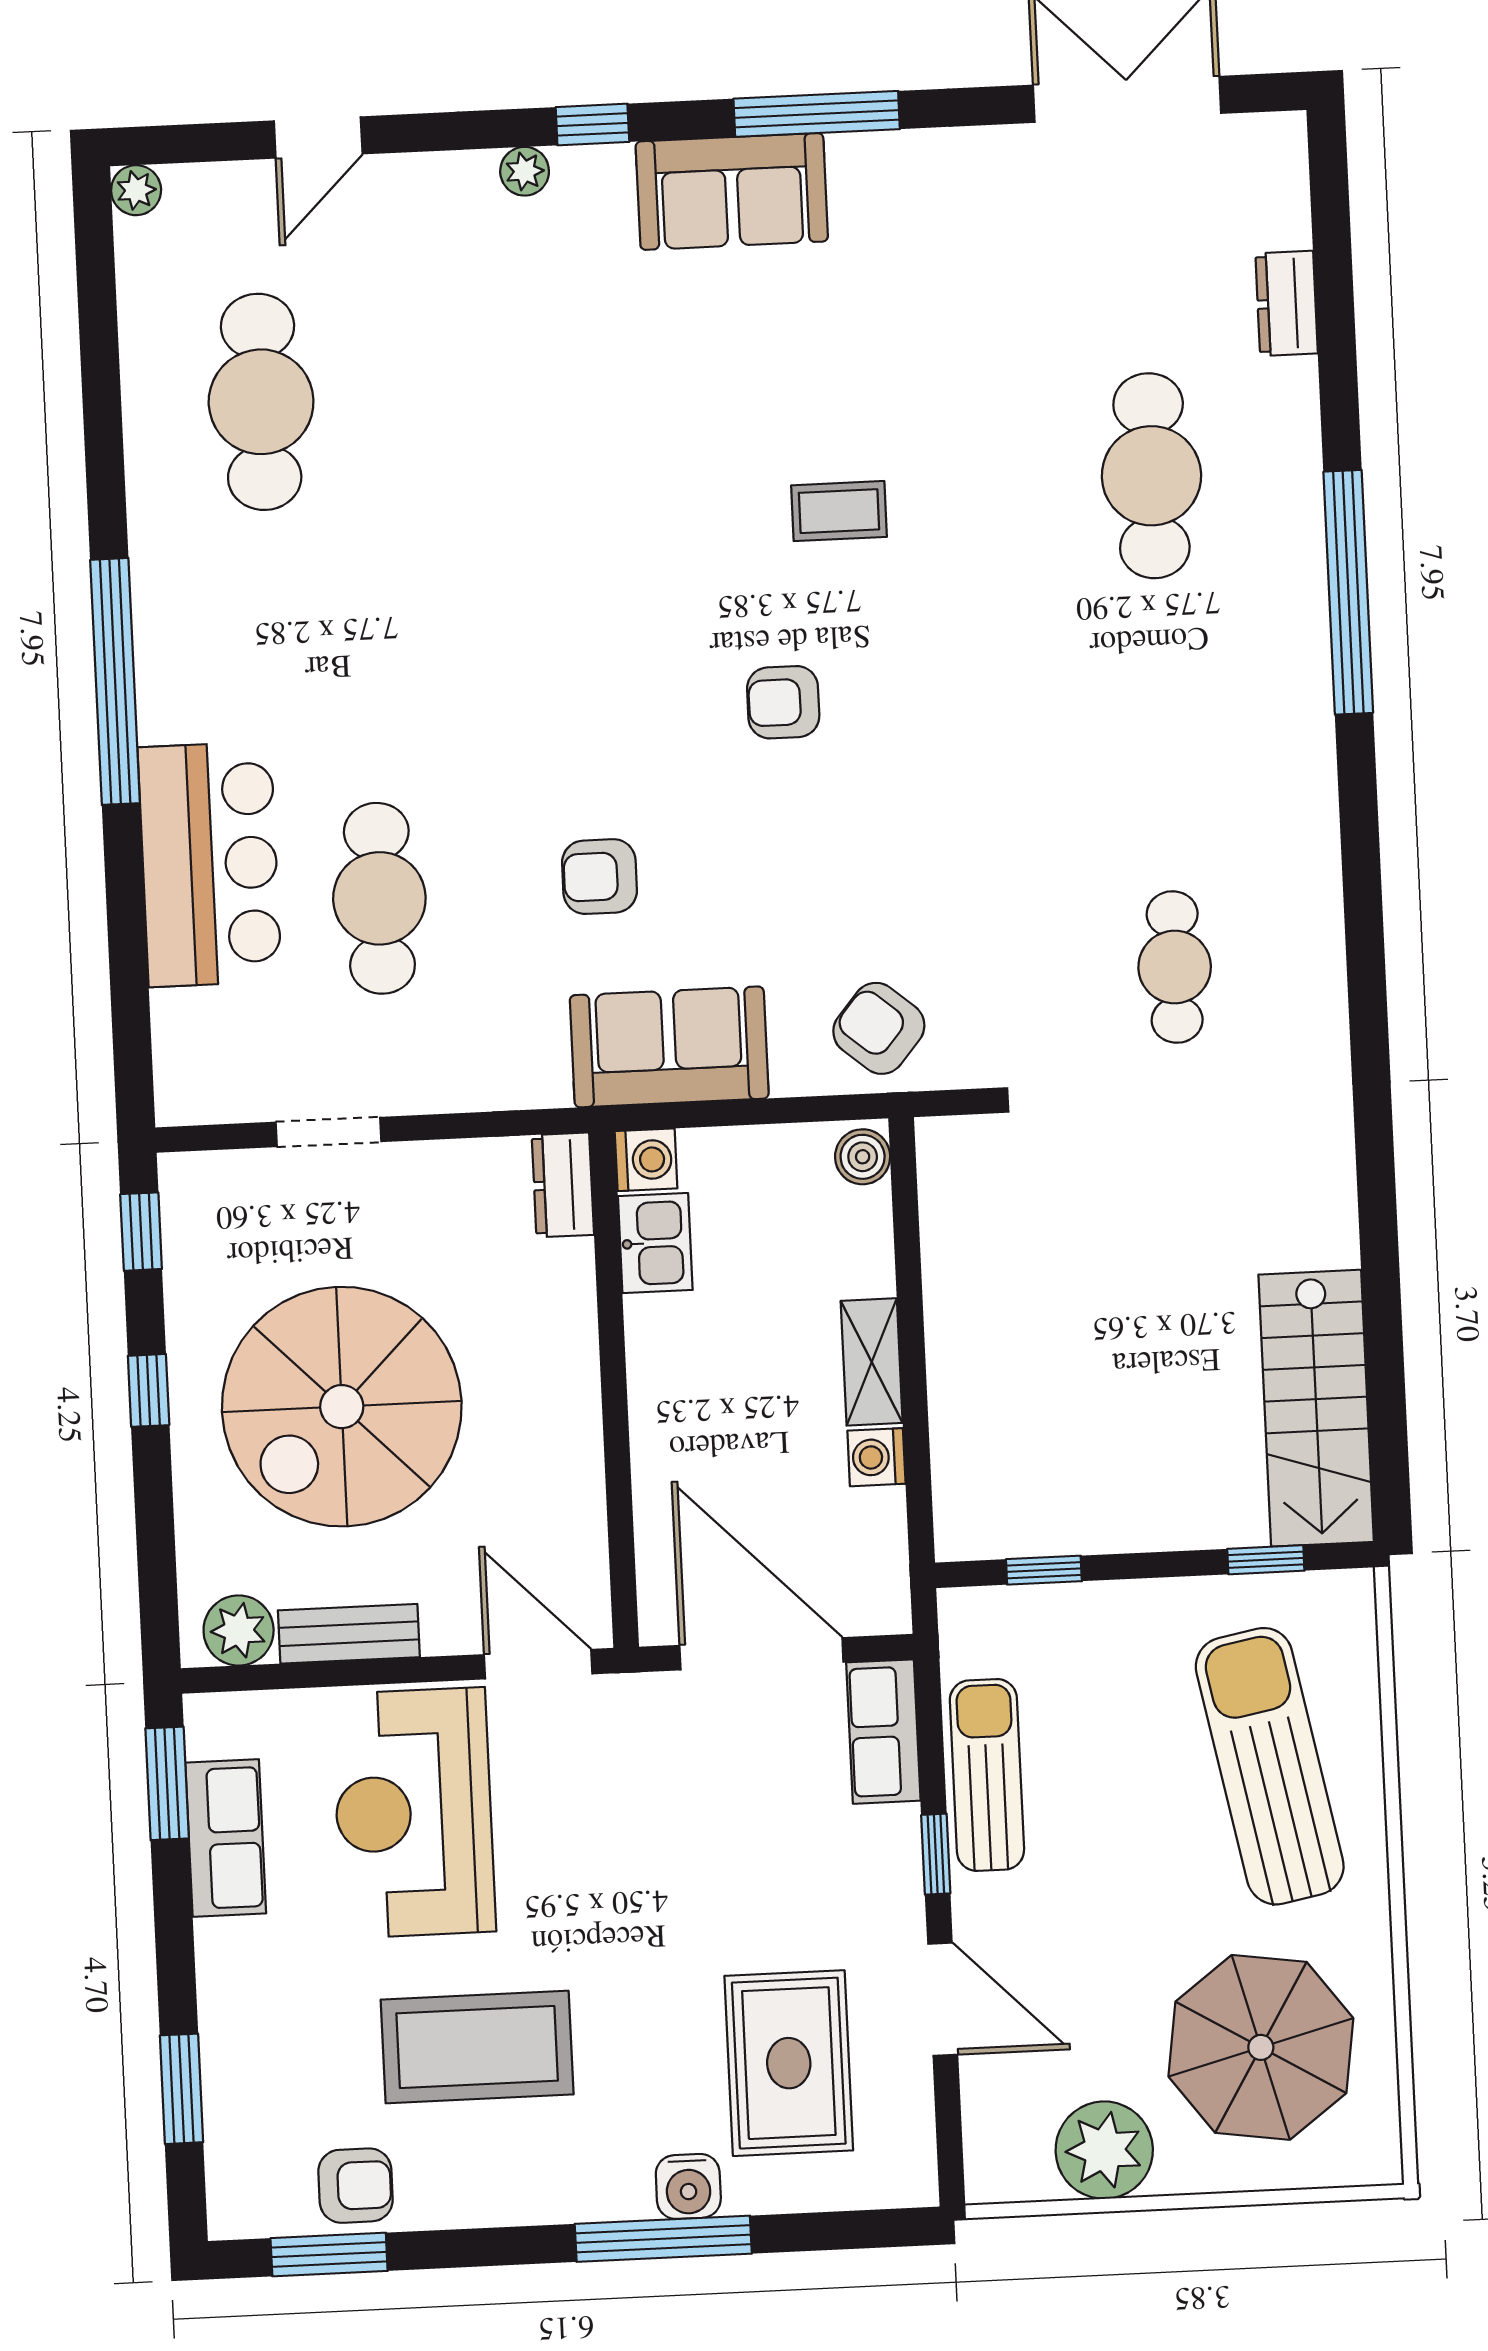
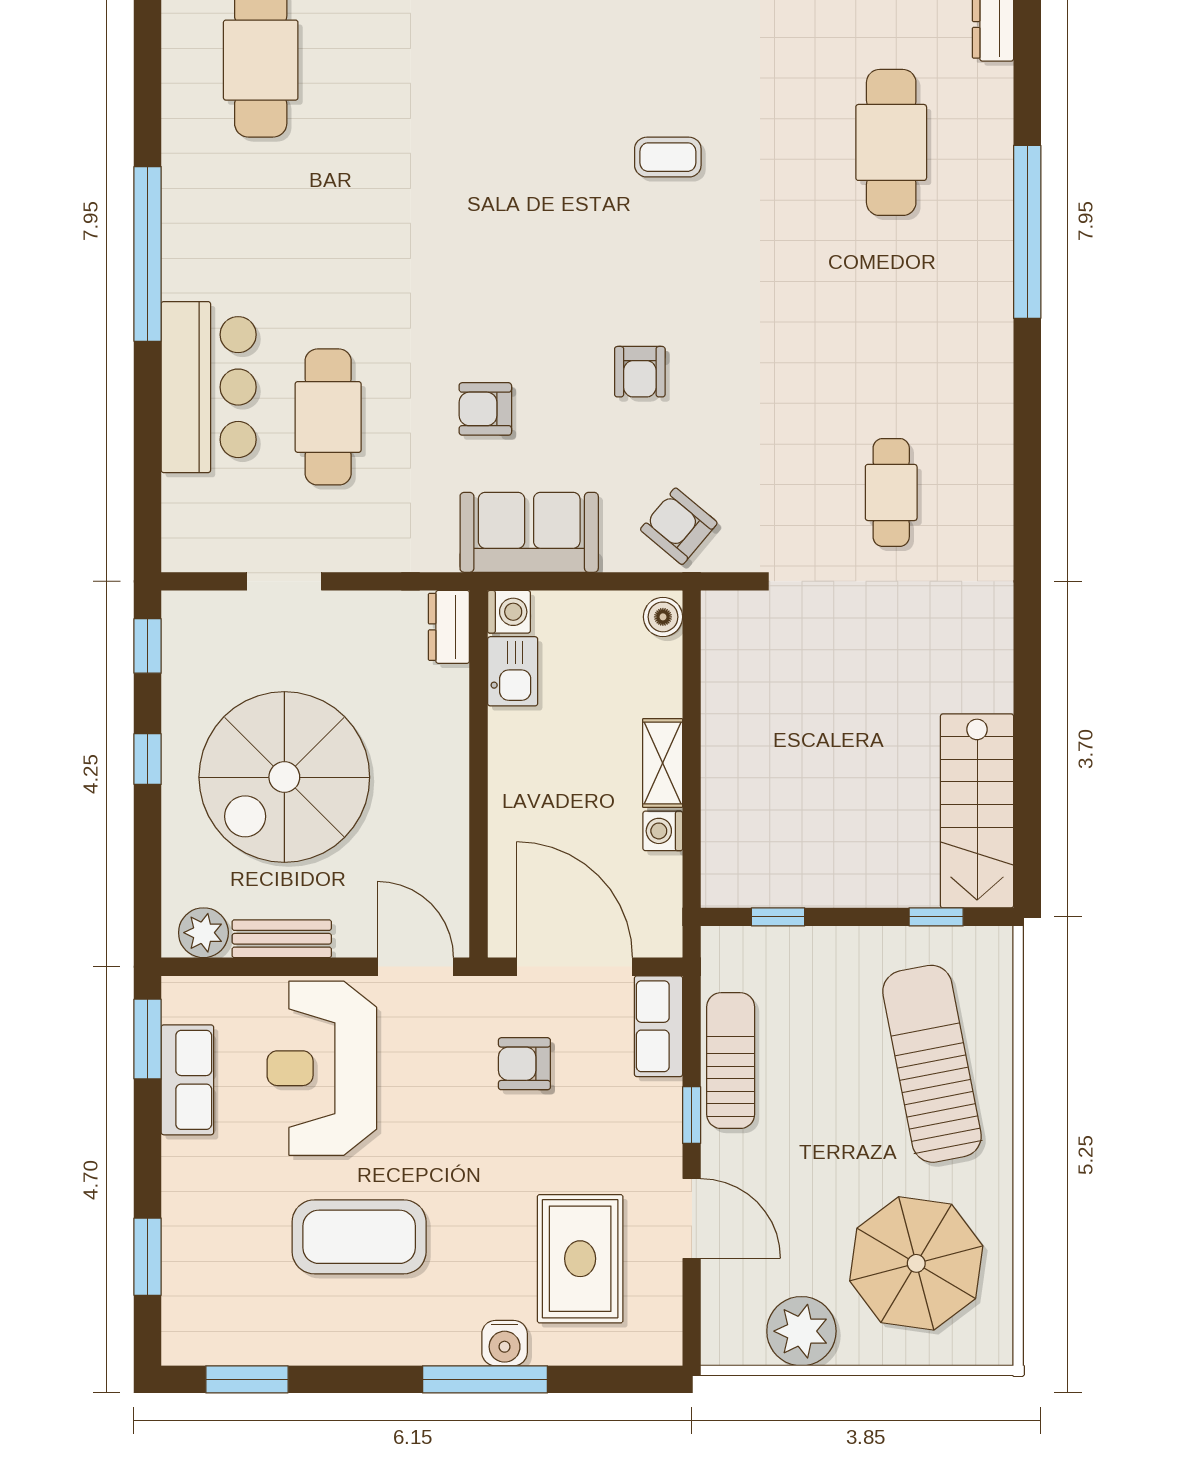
armchair: (783, 702) -> (640, 372), moved, turned -90
armchair: (356, 2186) -> (524, 1064), moved, turned 180

